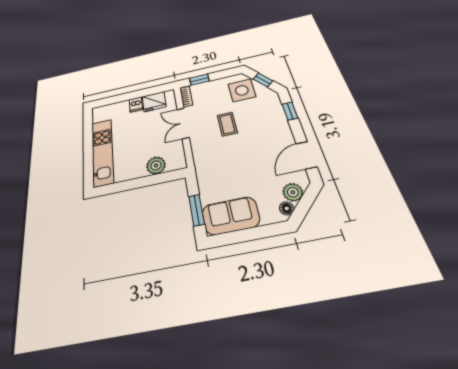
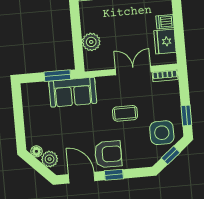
window: (199, 80) -> (186, 115), moved
window: (290, 111) -> (114, 175), moved
armchair: (274, 133) -> (108, 154), added
window: (197, 210) -> (57, 76), moved
sofa: (231, 216) -> (73, 92), moved, turned 90

